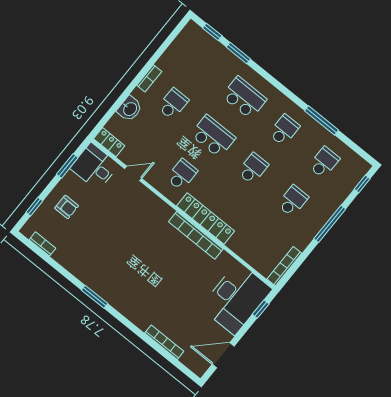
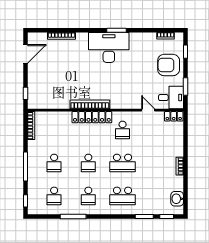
school desk: (173, 104) -> (157, 163), removed
washbasin: (130, 109) -> (177, 199), moved
door: (133, 173) -> (148, 110), swing flipped
armchair: (67, 207) -> (169, 65), width x1.88, depth x1.88
desk: (236, 298) -> (109, 47), moved, turned 90

